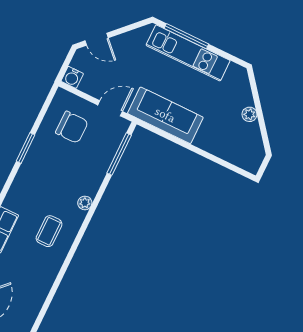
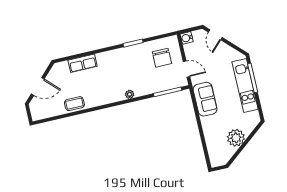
plant: (249, 114) -> (236, 138), width x1.88, depth x1.88
sofa: (165, 115) -> (205, 99), width x0.73
coffee table: (49, 231) -> (74, 104), moved

